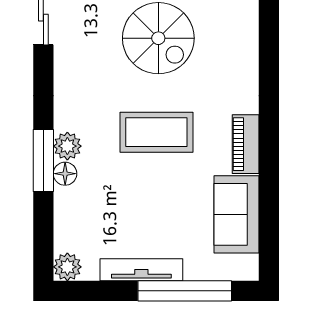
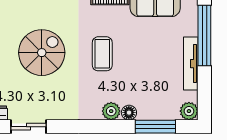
coffee table: (156, 132) -> (102, 54), width x0.73, depth x0.76
window: (43, 160) -> (155, 127), moved

